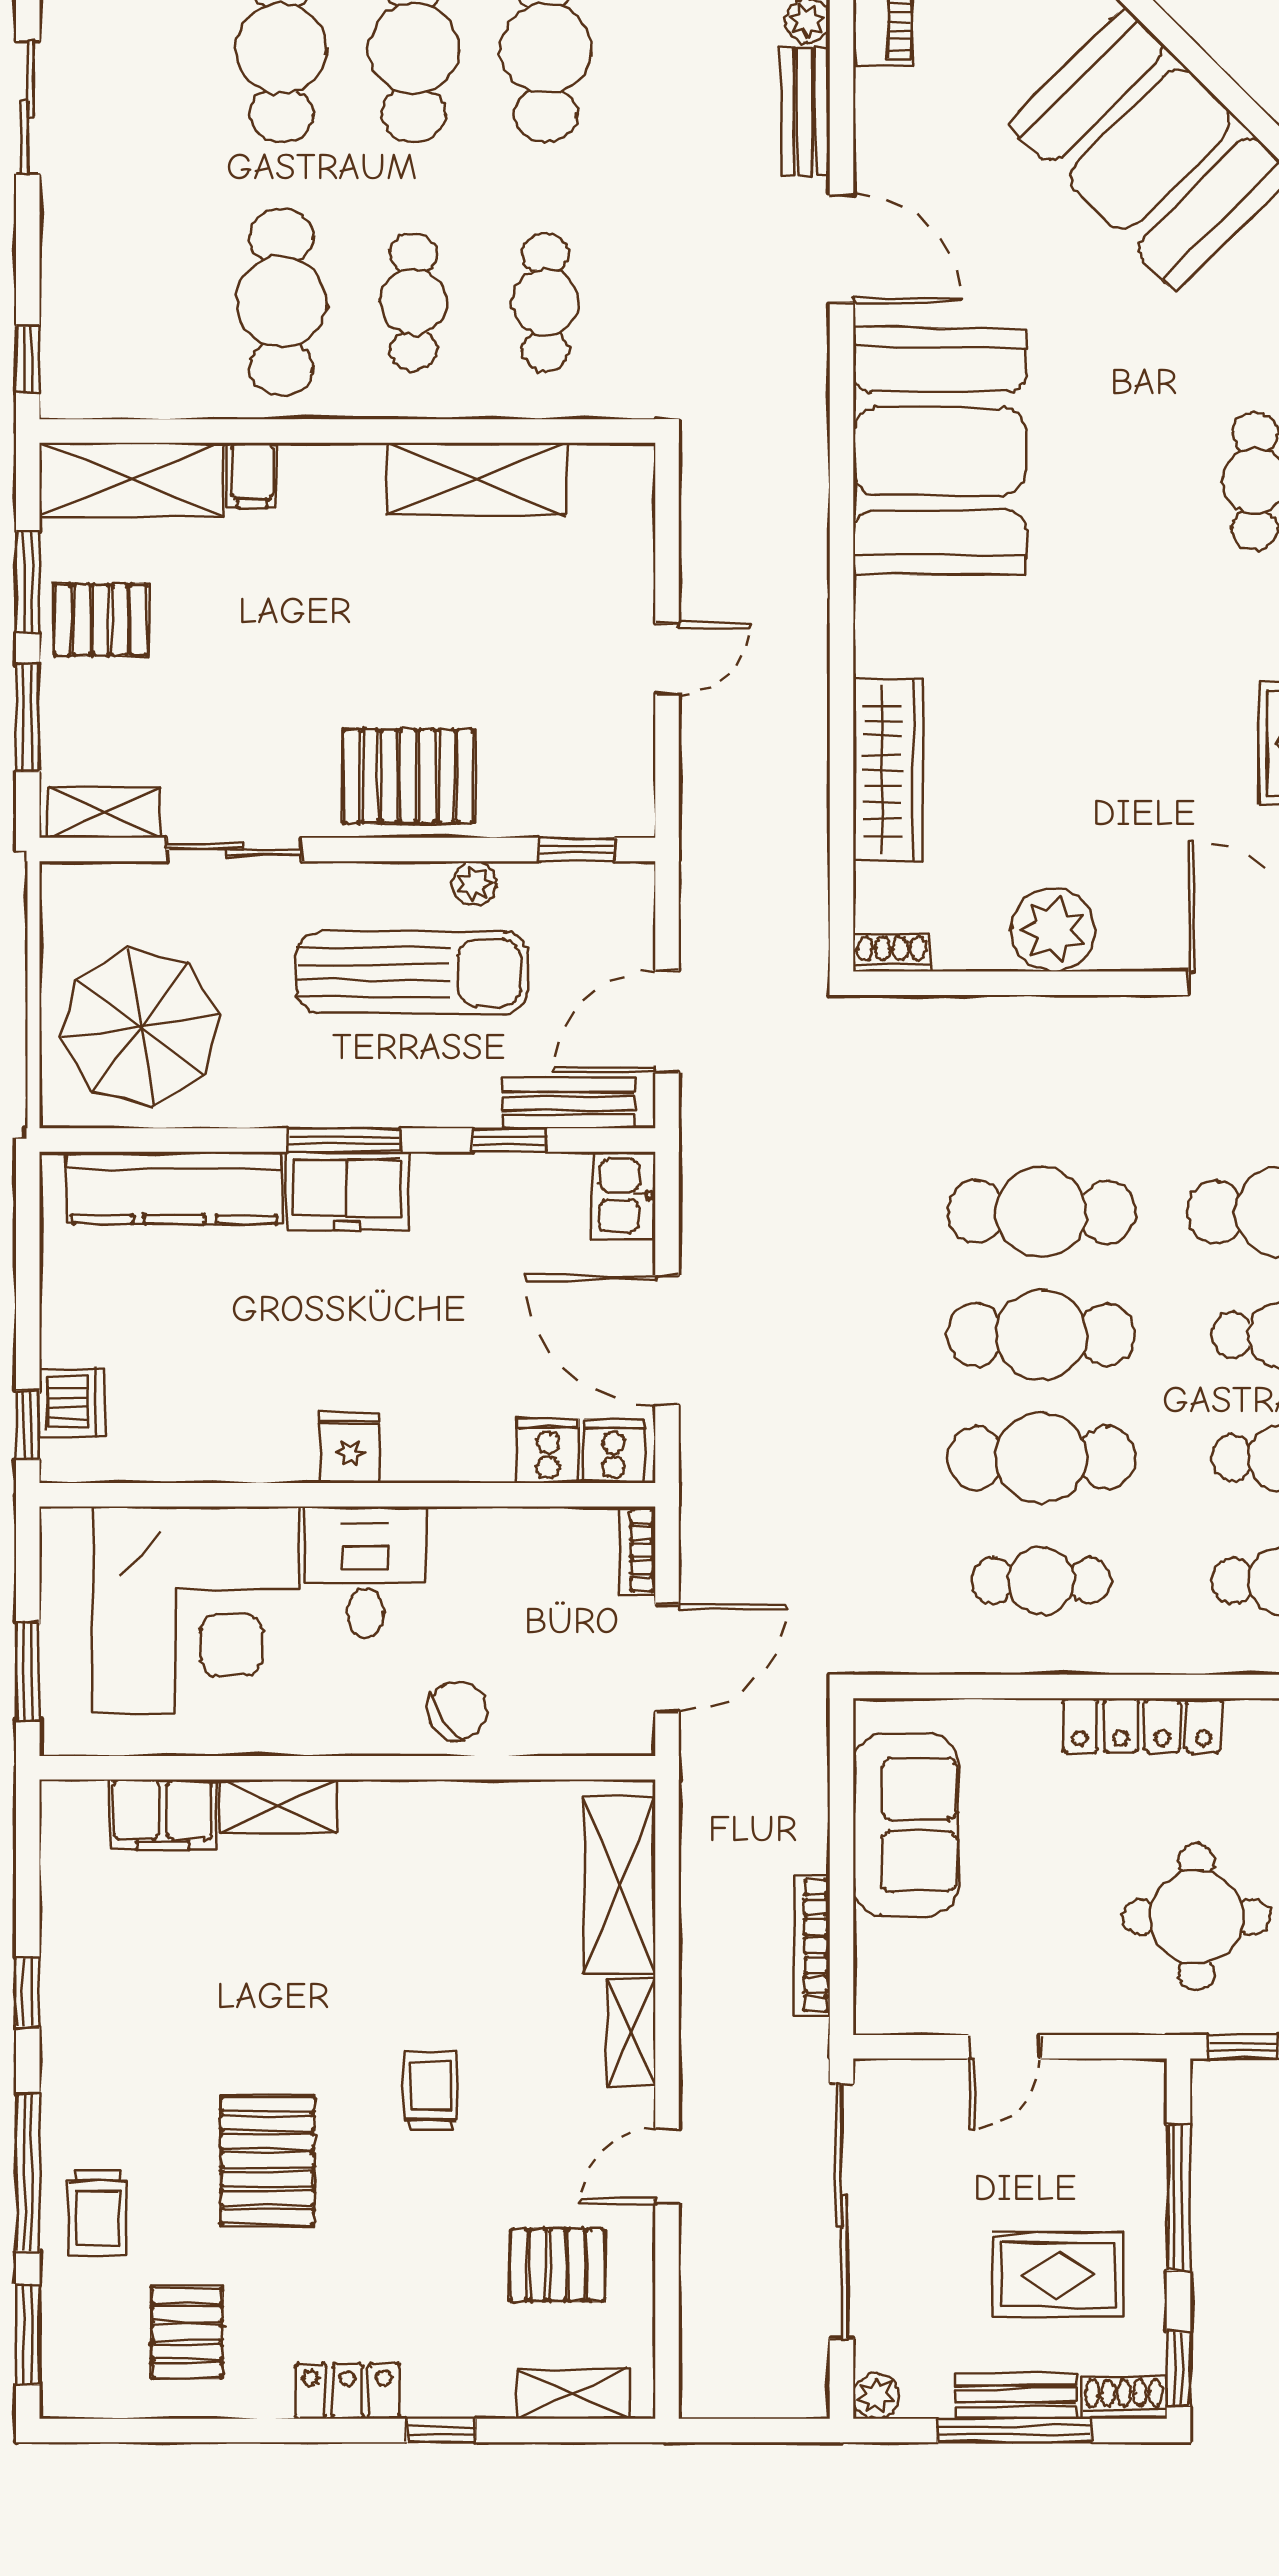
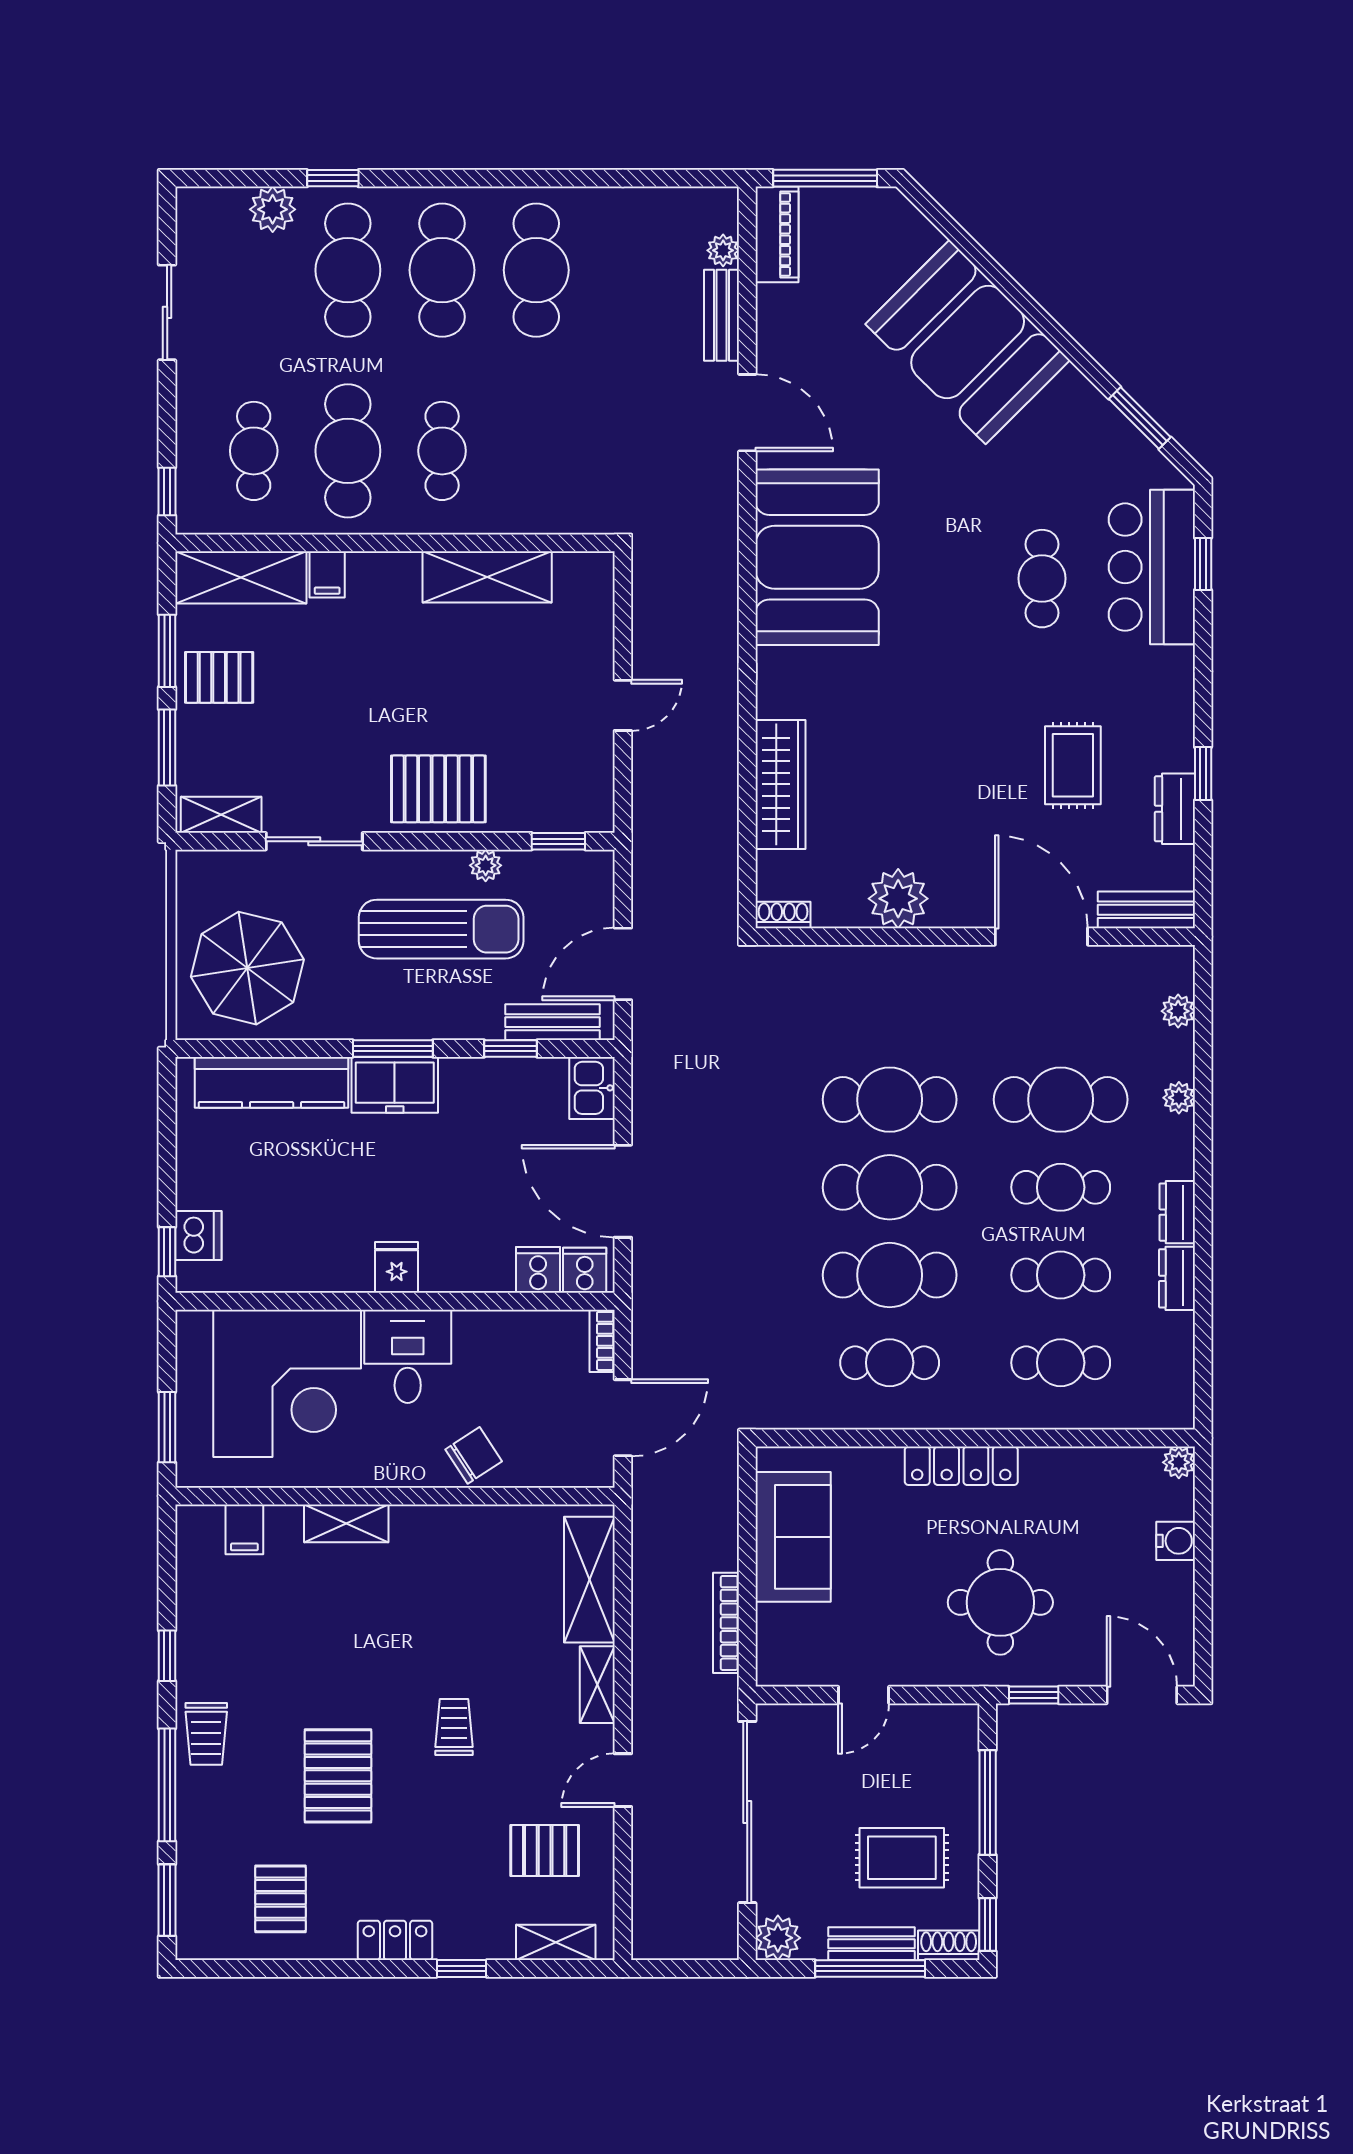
cafe table: (545, 302) -> (254, 451), moved
filing cabinet: (163, 1815) -> (244, 1529), width x0.50
trolley: (97, 2212) -> (206, 1734), moved
plant: (876, 2396) -> (778, 1938), width x1.38, depth x1.38

